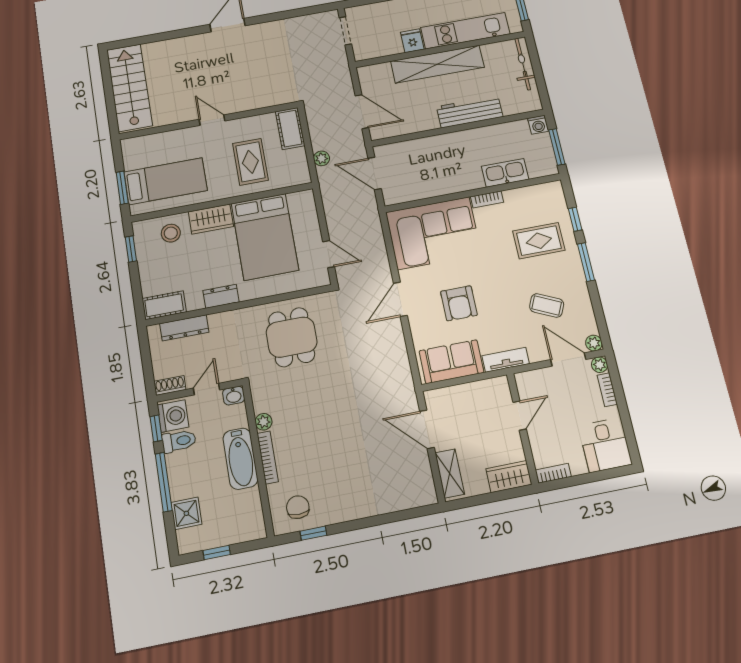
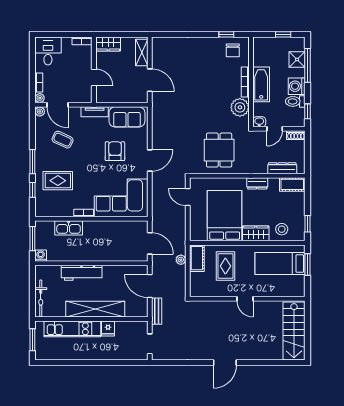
bench: (344, 78) -> (157, 311), added
cot: (290, 129) -> (197, 258), moved
washing machine: (173, 416) -> (297, 86), moved
door: (520, 416) -> (94, 77), swing flipped
plant: (264, 422) -> (240, 107), width x1.88, depth x1.88
window: (164, 482) -> (308, 65), moved

